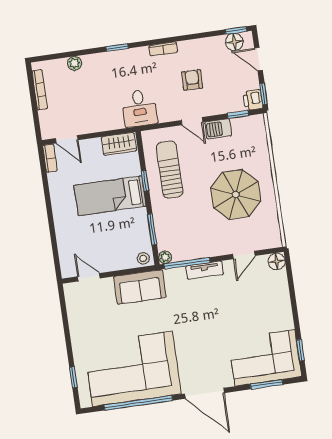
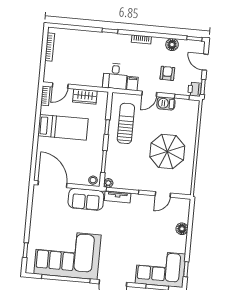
floor lamp: (234, 42) -> (172, 45), moved
plant: (75, 63) -> (78, 35), removed
armchair: (192, 80) -> (167, 73), moved
filing cabinet: (165, 112) -> (132, 83), added
door: (192, 121) -> (149, 94), hinge flipped
door: (67, 139) -> (60, 86), hinge flipped
wardrobe: (119, 144) -> (85, 96), moved
bed: (110, 196) -> (63, 127), moved, turned 180
floor lamp: (277, 261) -> (182, 229), moved
tv unit: (205, 270) -> (118, 197), moved
door: (89, 277) -> (52, 184), width x1.87

